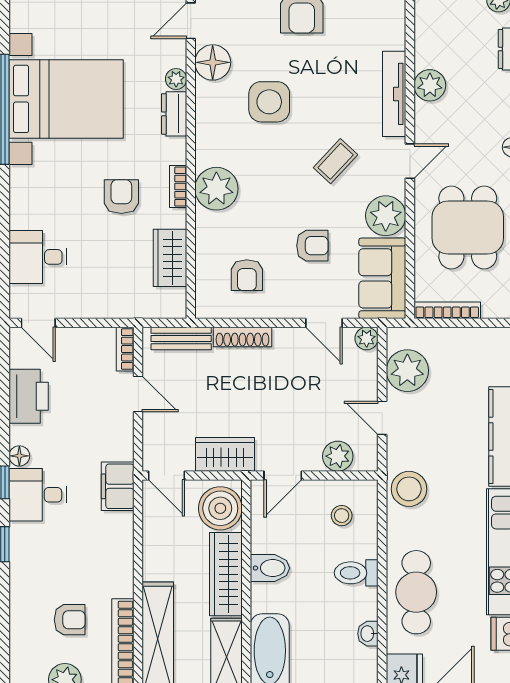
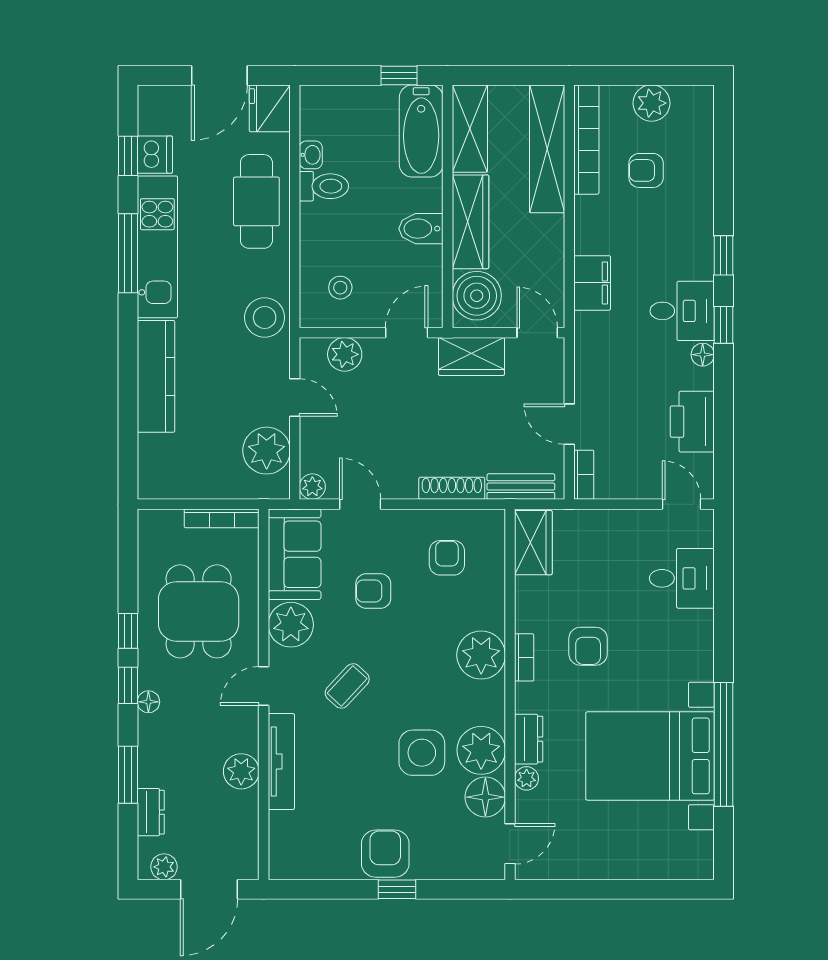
plant: (216, 104) -> (481, 750), added
wardrobe: (170, 258) -> (533, 543), moved
filing cabinet: (118, 486) -> (592, 283), moved
toilet: (356, 573) -> (324, 186), moved

